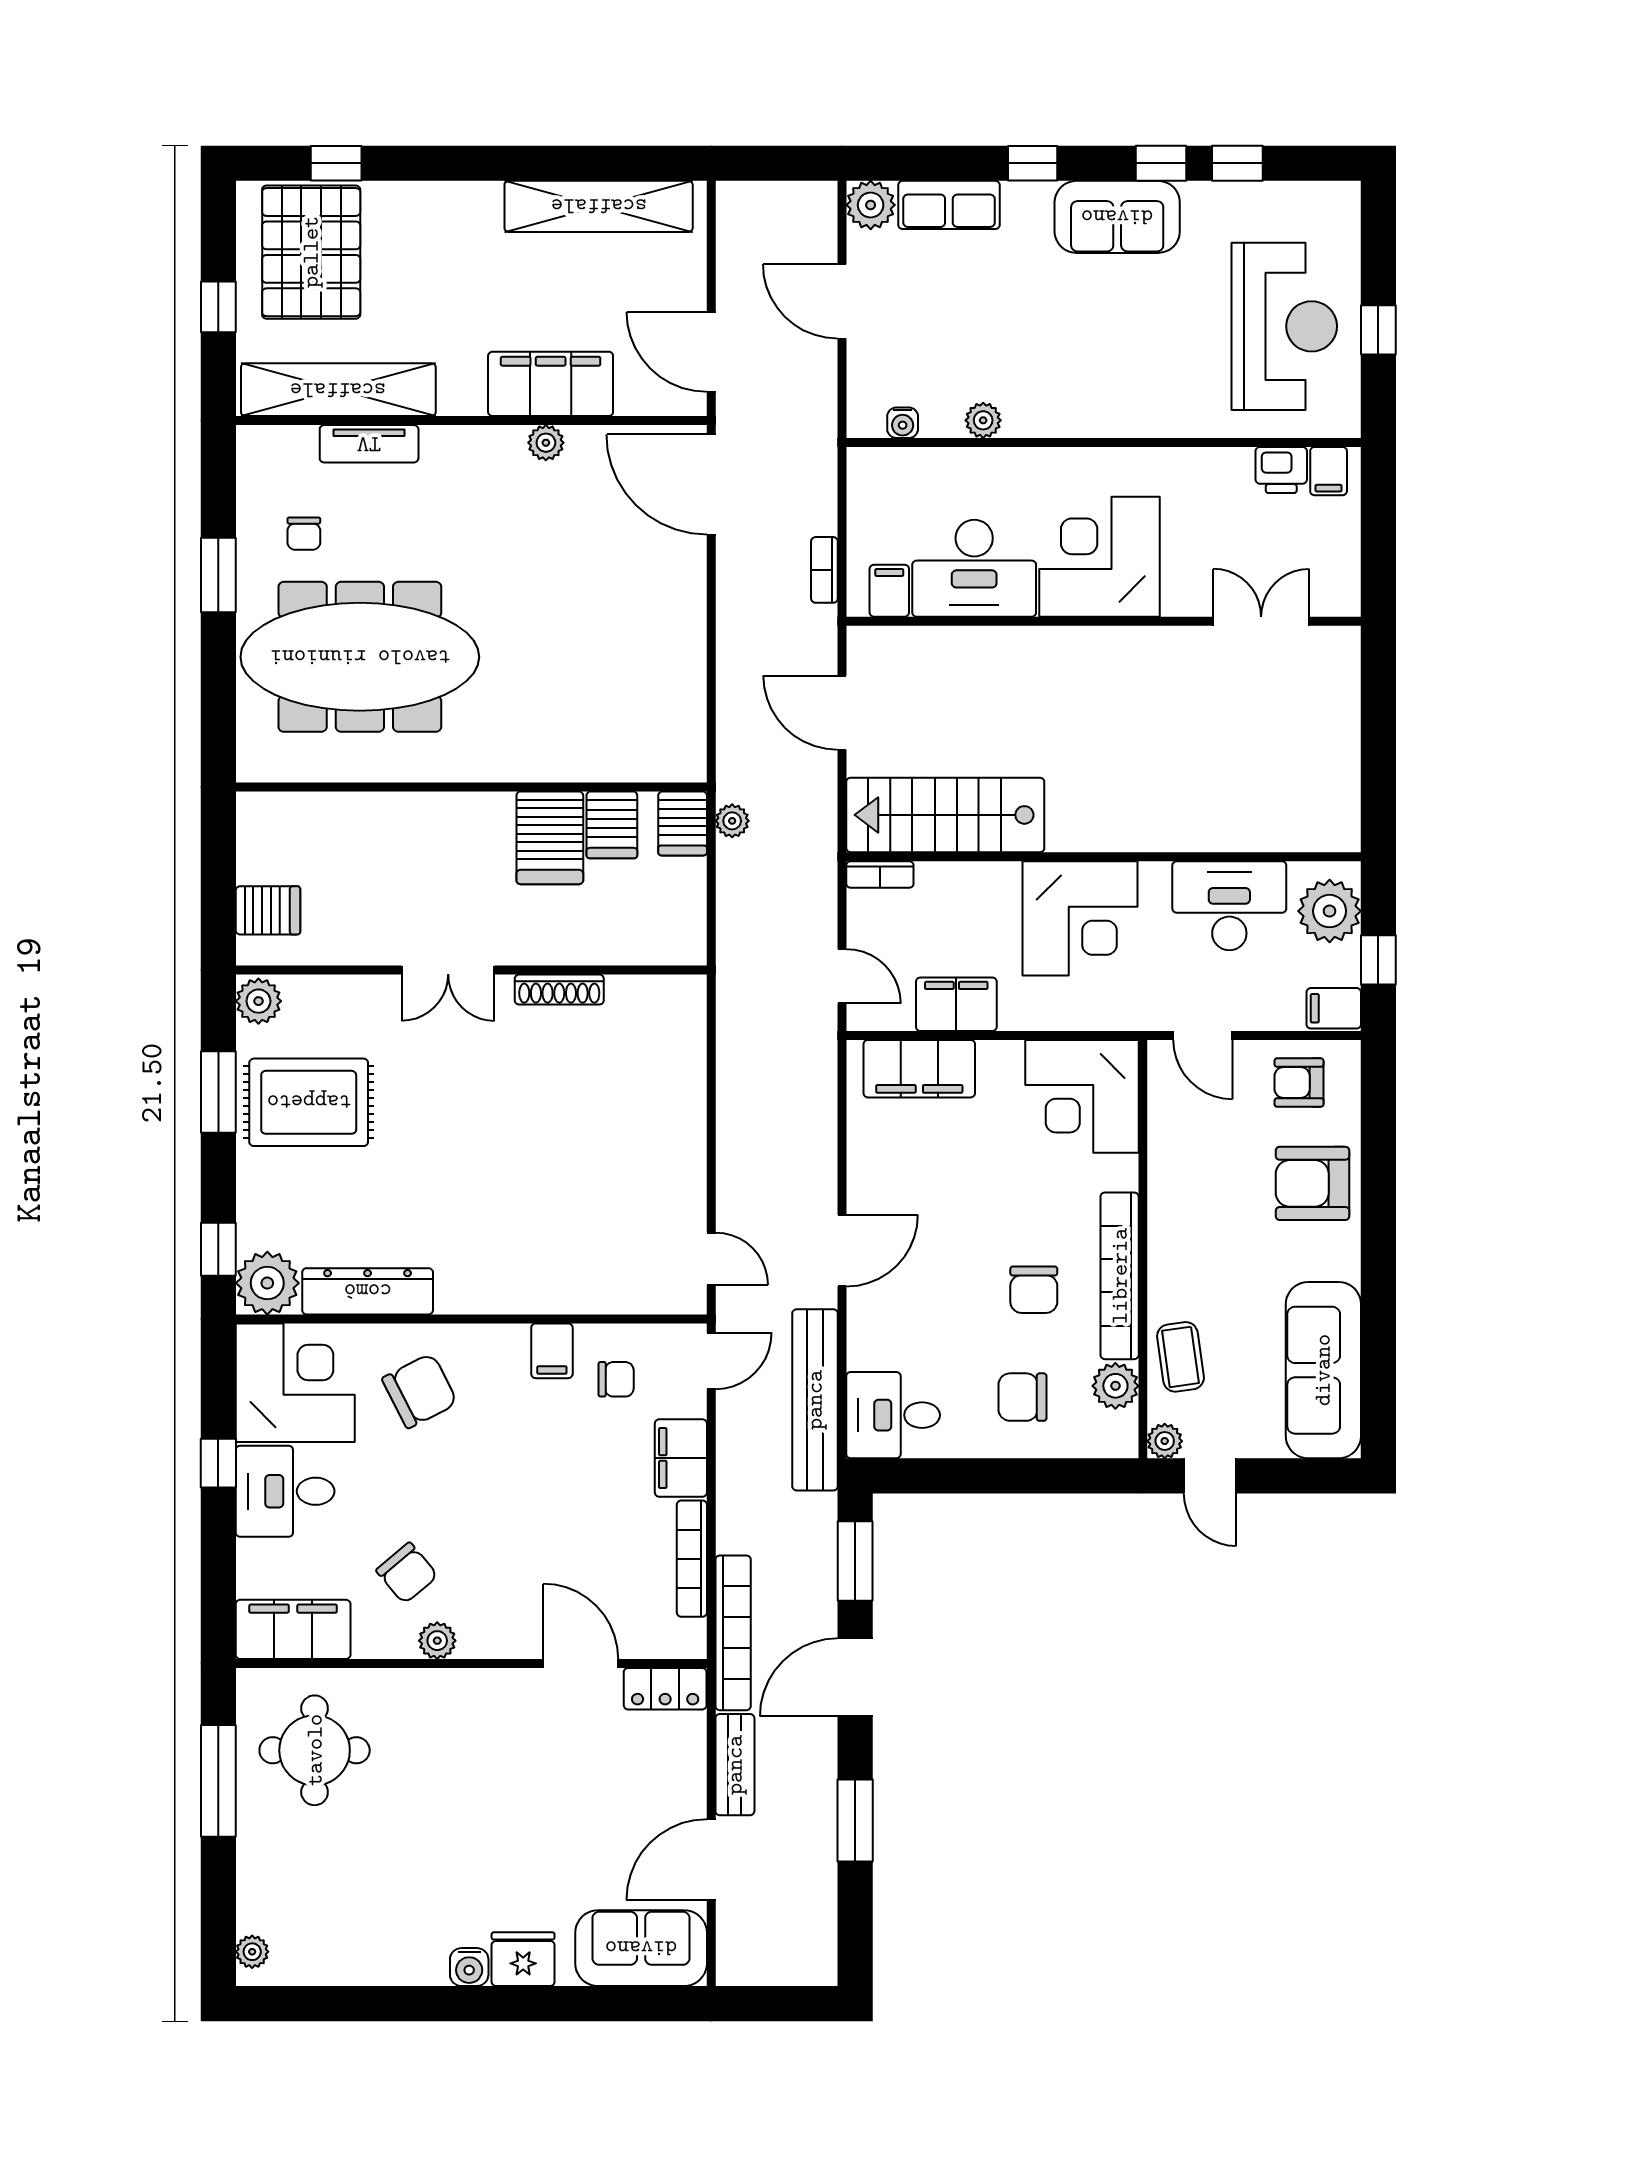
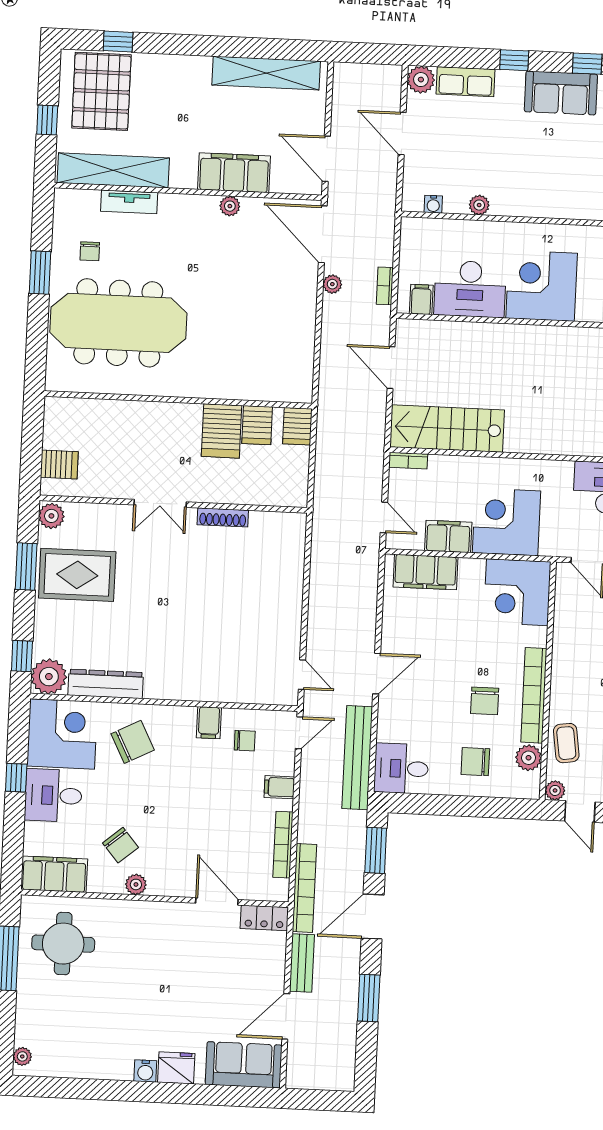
plant: (732, 821) -> (332, 284), moved
corner desk: (1080, 918) -> (507, 522), moved, turned 180
filing cabinet: (681, 1458) -> (279, 787), width x0.50

